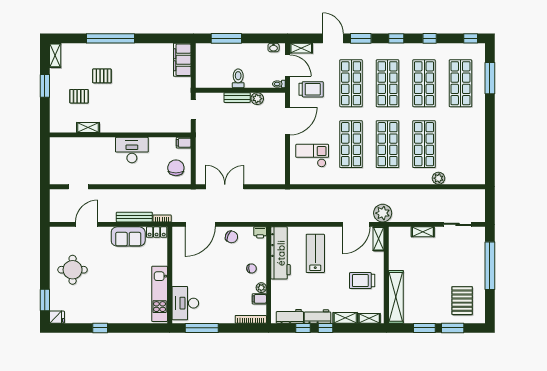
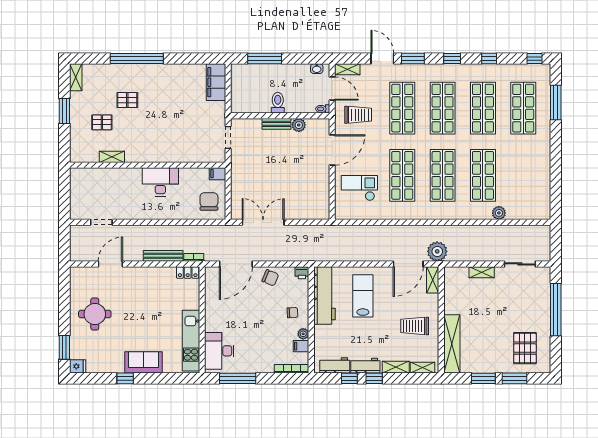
sofa: (128, 236) -> (143, 362), moved, turned 180

